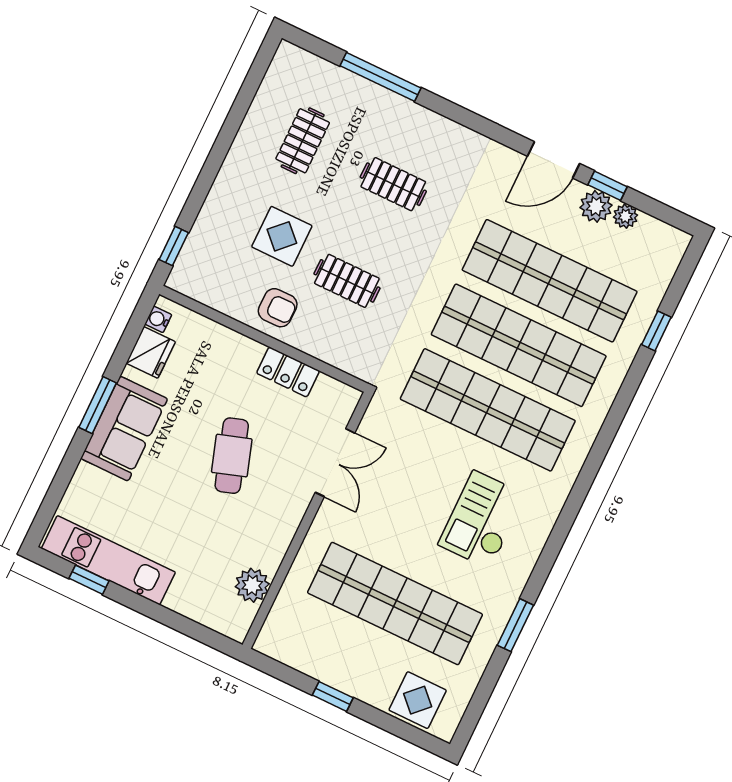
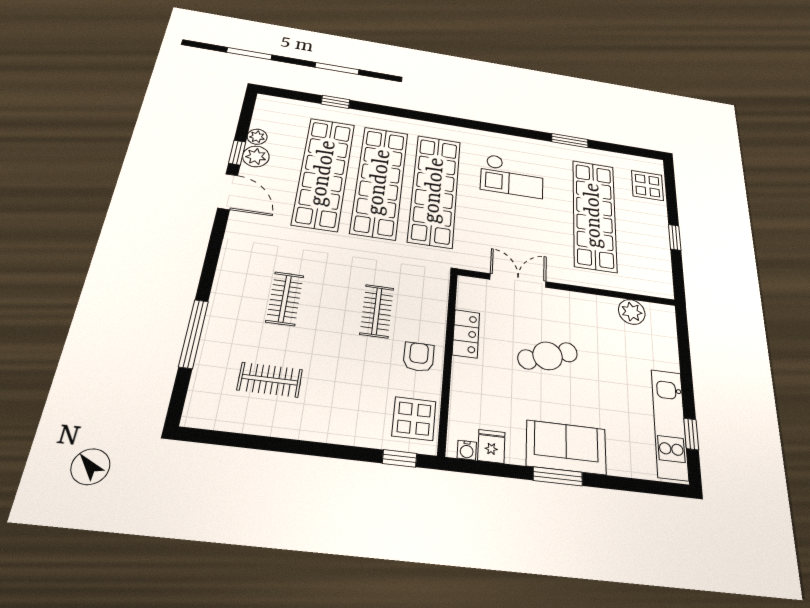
display table: (282, 236) -> (414, 419), moved
fridge: (151, 352) -> (491, 446), width x0.72

